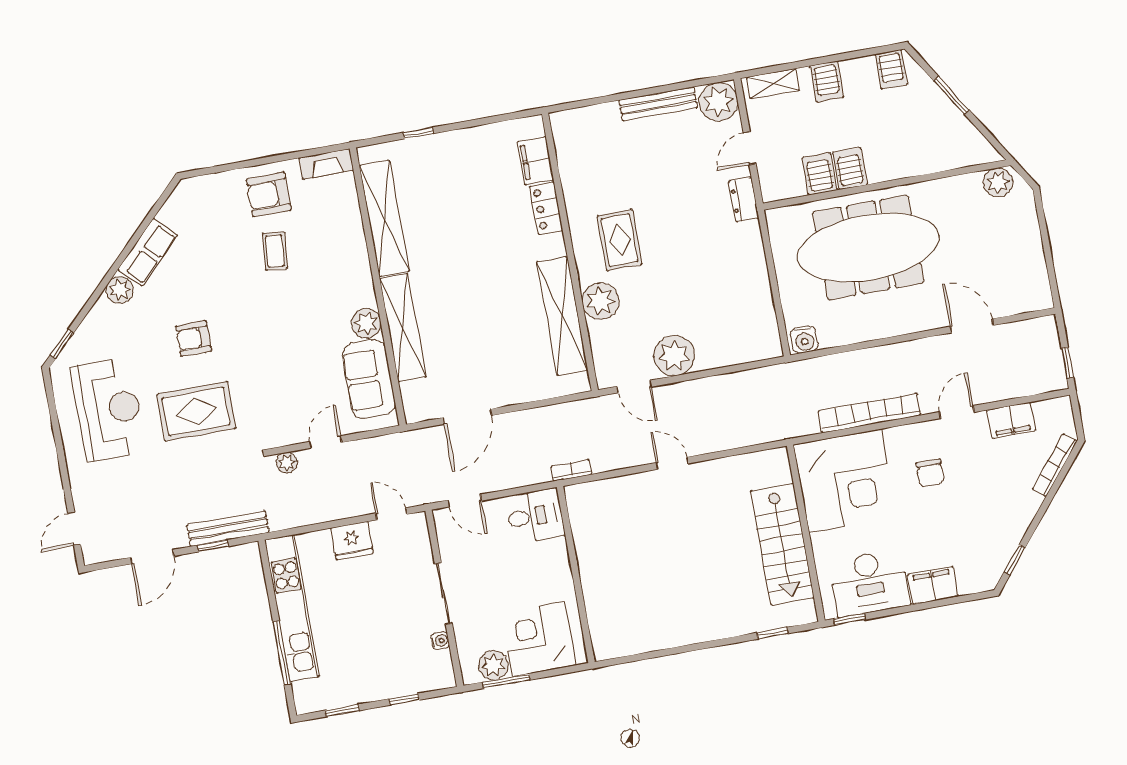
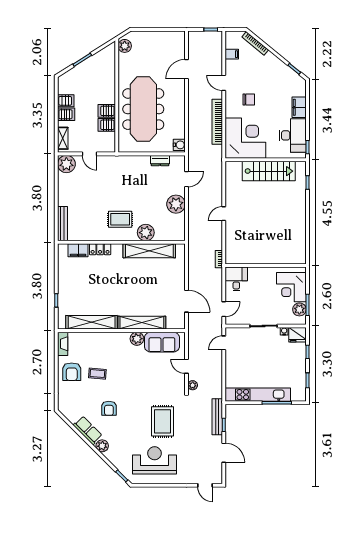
server rack: (891, 69) -> (66, 101), moved
bench: (658, 104) -> (63, 224), moved
dresser: (744, 200) -> (160, 161), moved
armchair: (194, 338) -> (109, 408), moved
door: (634, 387) -> (187, 179), moved
filing cabinet: (1011, 420) -> (232, 54), width x0.50
fridge: (352, 540) -> (297, 335), moved, turned 90

